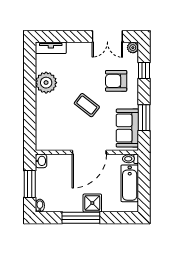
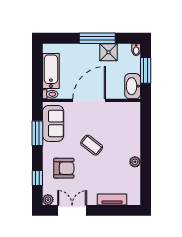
tv unit: (51, 48) -> (112, 199), moved
plant: (46, 83) -> (135, 162), width x0.53, depth x0.53
washbasin: (41, 161) -> (133, 86), width x1.91, depth x1.45
shower: (92, 203) -> (108, 52), moved

